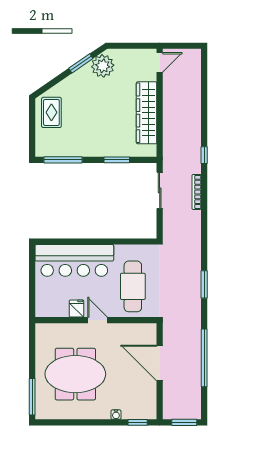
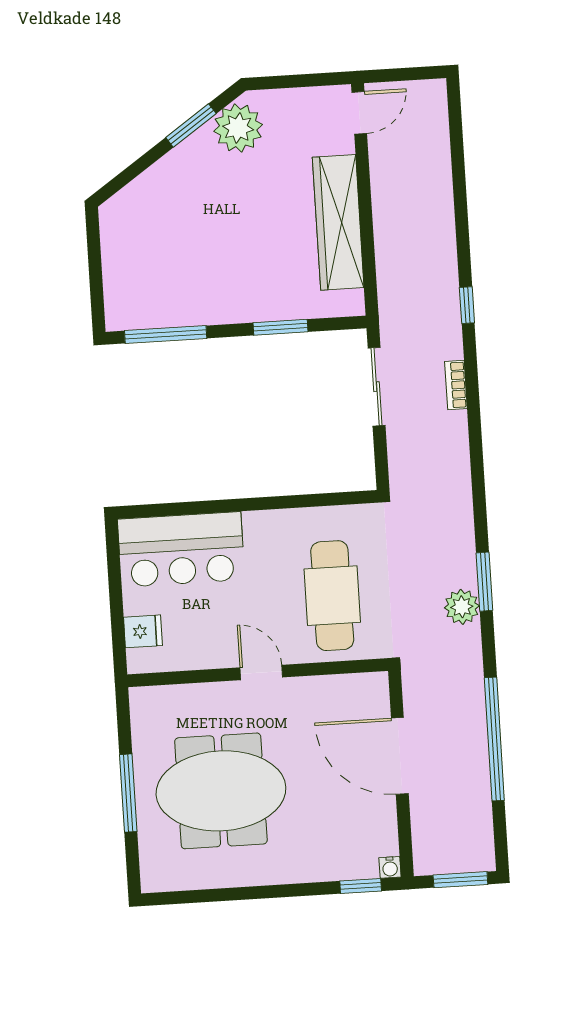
rug: (51, 112) -> (135, 234), removed
bookcase: (197, 192) -> (456, 385), width x0.64
bar counter: (74, 260) -> (181, 549), width x0.73
plant: (193, 295) -> (462, 607), added
fridge: (77, 309) -> (143, 631), moved, turned 90
window: (32, 397) -> (128, 793), moved
water cooler: (116, 415) -> (390, 867), moved

